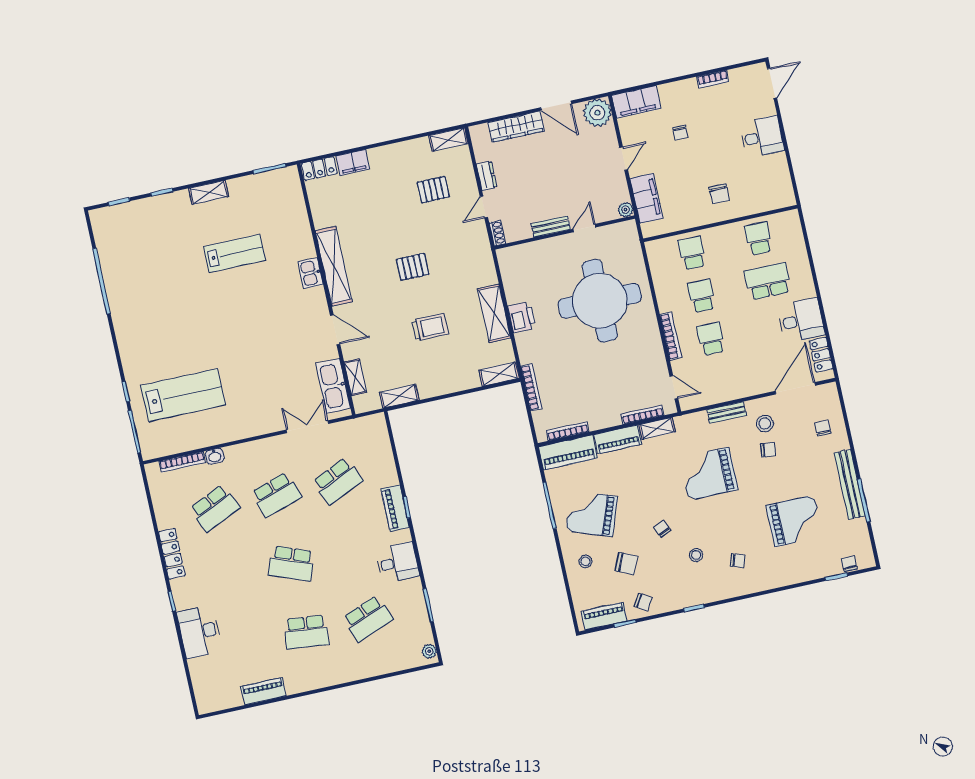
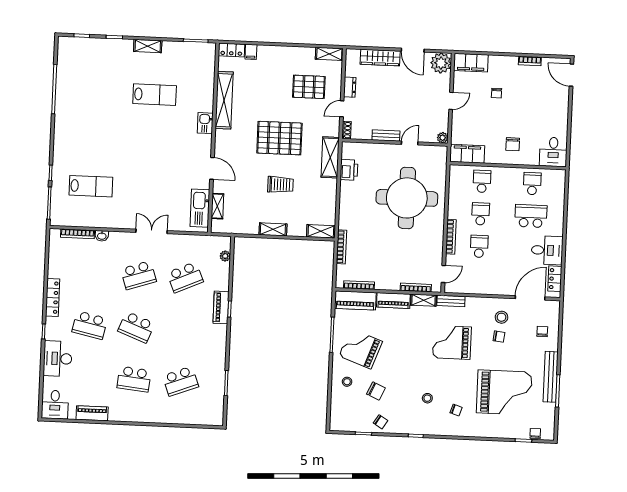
door: (772, 83) -> (571, 75), swing flipped
desk: (762, 137) -> (553, 152), moved, turned 90
filing cabinet: (353, 162) -> (251, 52), width x0.50
pallet: (433, 190) -> (309, 87), width x1.50, depth x1.42
filing cabinet: (646, 198) -> (467, 154), moved, turned -90
shelving: (334, 266) -> (224, 100), moved
pallet: (413, 267) -> (279, 138), width x2.05, depth x2.00
shelving: (494, 313) -> (330, 157), moved
printer: (522, 317) -> (349, 170), moved
door: (674, 387) -> (443, 274), hinge flipped
lab bench: (183, 395) -> (91, 186), width x0.73, depth x0.72
shelving: (399, 396) -> (273, 229), moved
bench: (727, 413) -> (451, 301), moved
double door: (307, 427) -> (152, 231), moved
school desk: (215, 508) -> (90, 325), moved, turned 36
grand piano: (794, 521) -> (504, 392), width x1.37, depth x1.48
chair: (662, 529) -> (408, 373), removed
desk: (397, 563) -> (55, 404), moved, turned 90
piano: (604, 616) -> (350, 424), removed
plant: (429, 651) -> (225, 256), moved

